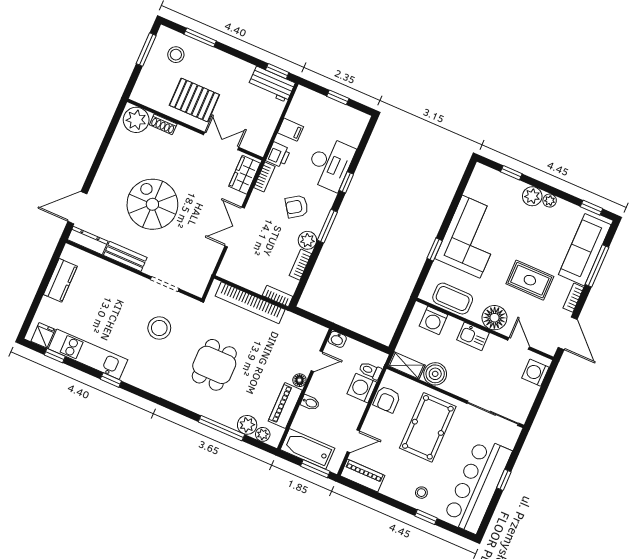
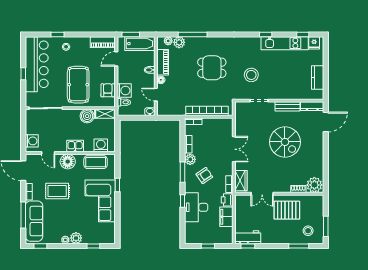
filing cabinet: (291, 130) -> (226, 217), width x2.00
door: (317, 361) -> (156, 95), hinge flipped
dining table: (214, 365) -> (212, 68), turned 90

